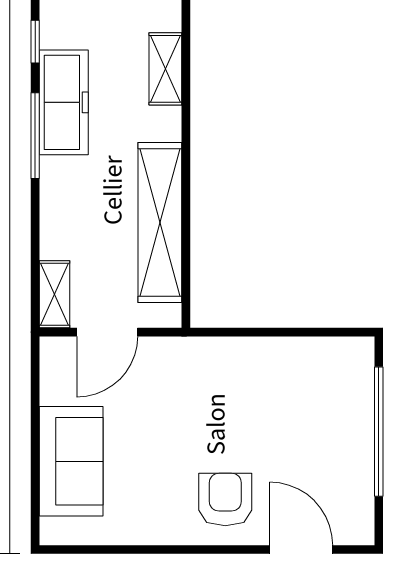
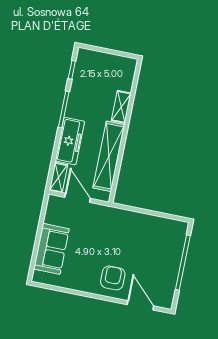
shelving: (165, 69) -> (121, 107), moved
freezer: (64, 102) -> (70, 141), moved
door: (107, 332) -> (77, 198), swing flipped

